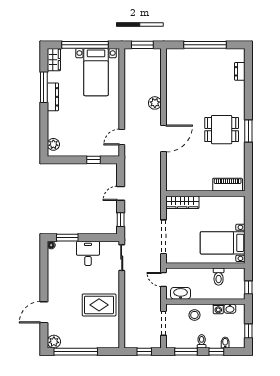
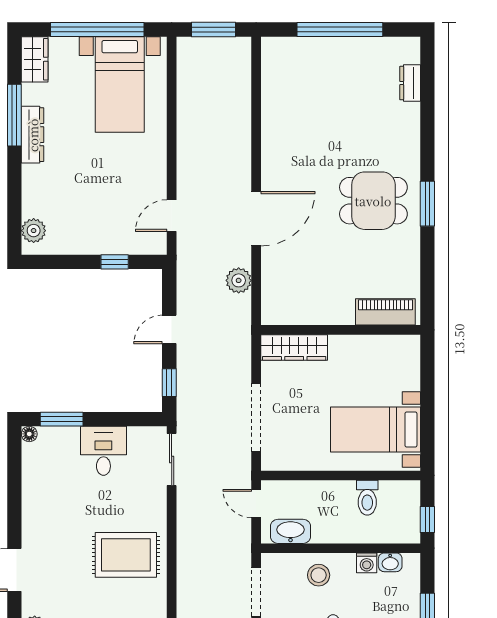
plant: (155, 103) -> (239, 280), moved

